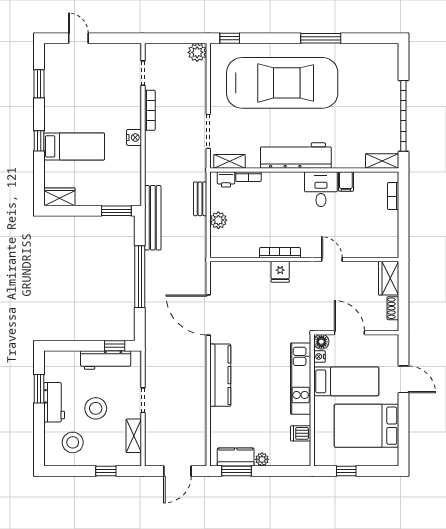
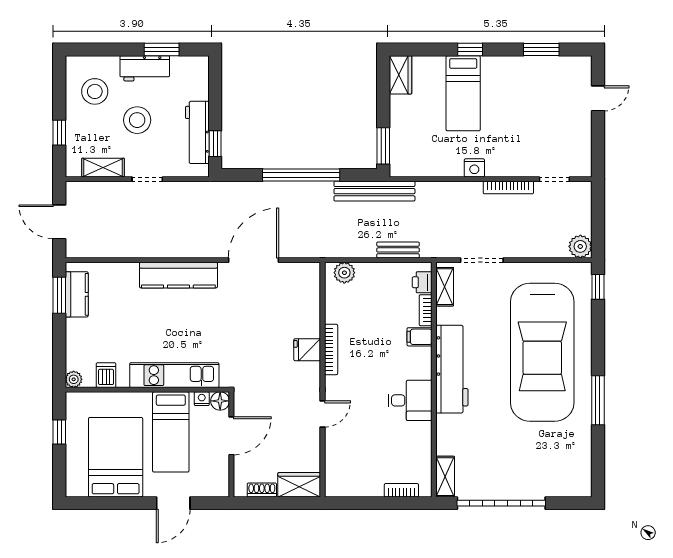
filing cabinet: (346, 182) -> (419, 337), moved
plant: (218, 220) -> (344, 273), moved
plant: (262, 459) -> (74, 379), moved

